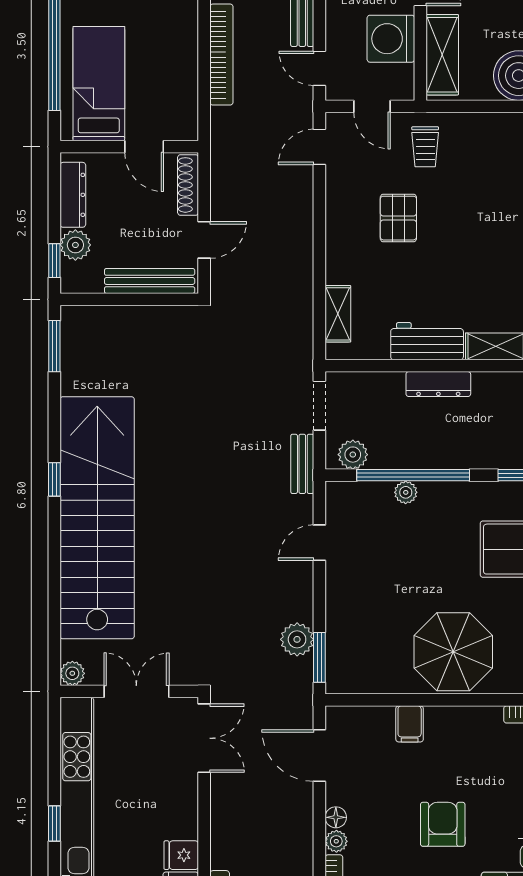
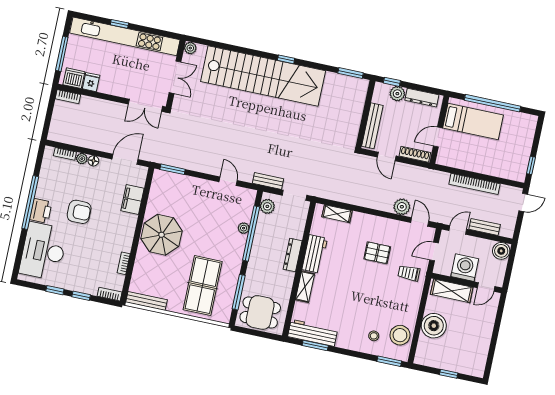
plant: (297, 639) -> (402, 207), moved
filing cabinet: (410, 724) -> (132, 200), width x2.00

